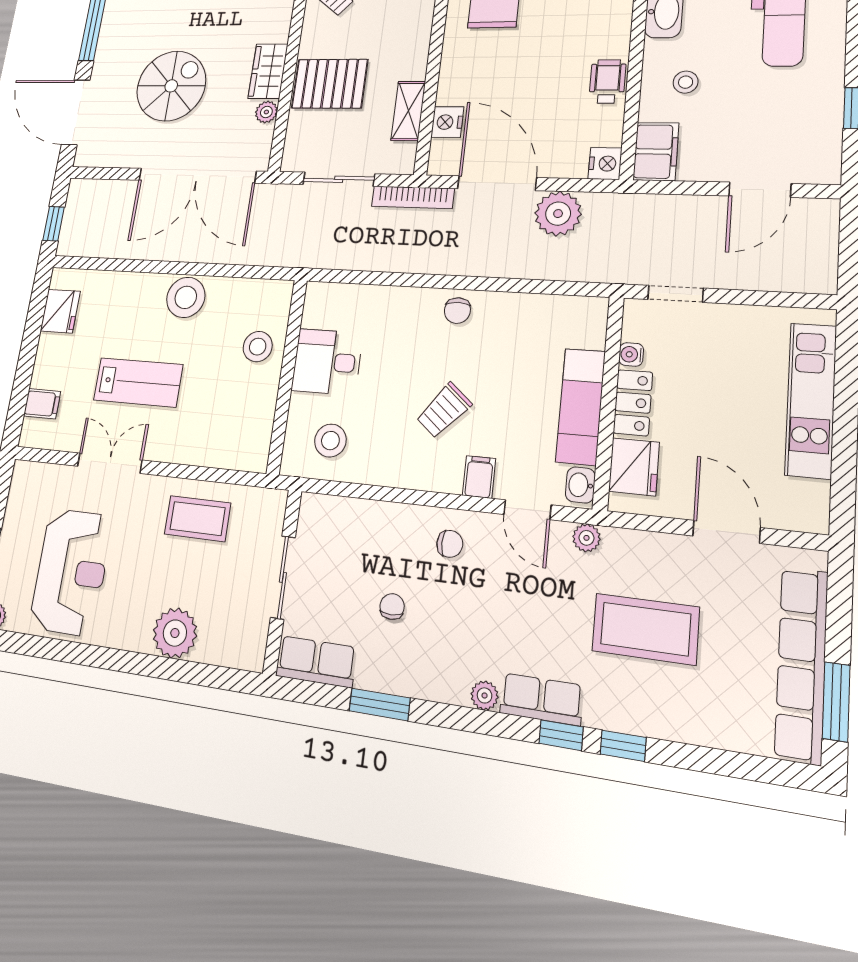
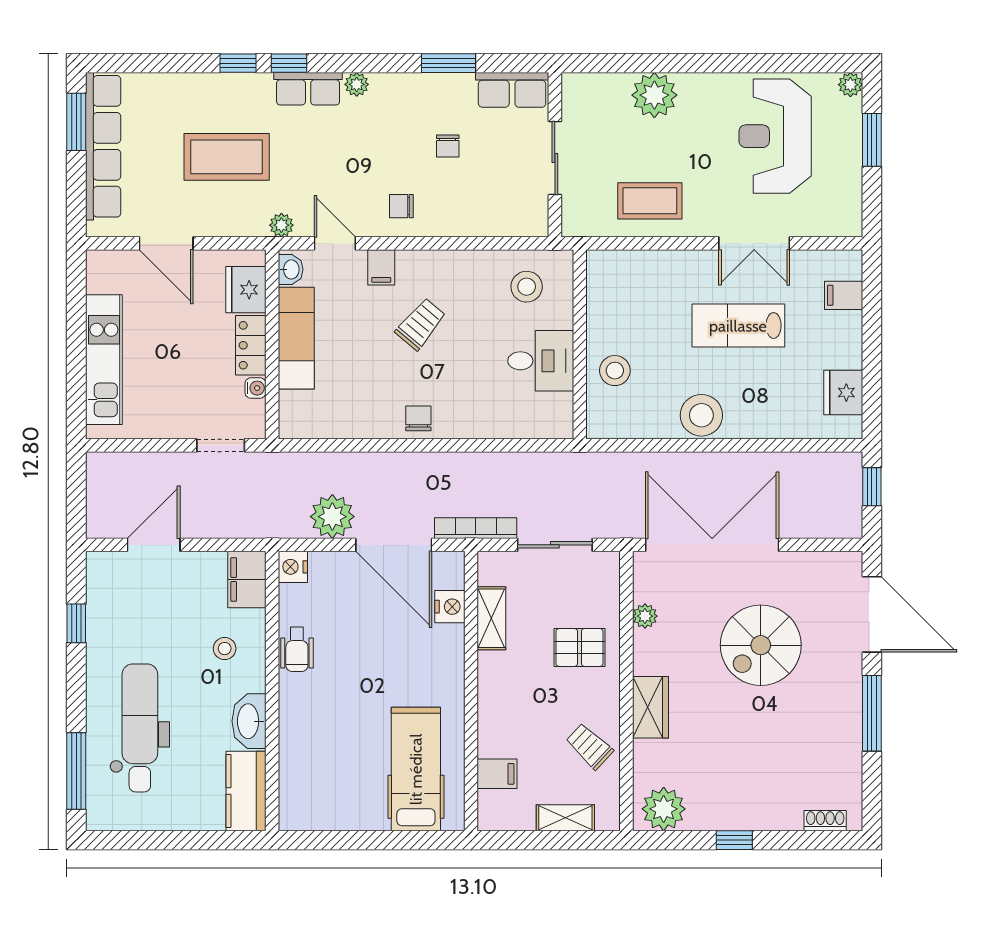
wardrobe: (268, 71) -> (650, 707), moved
pallet: (330, 84) -> (579, 647), width x0.67, depth x0.71

